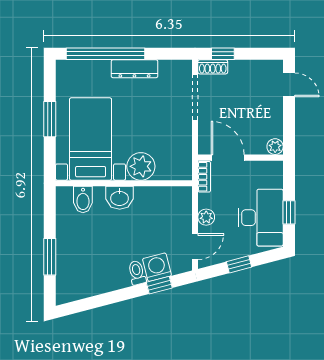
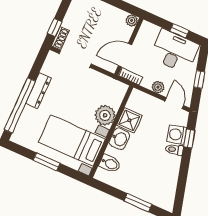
shower: (148, 200) -> (129, 120), added

